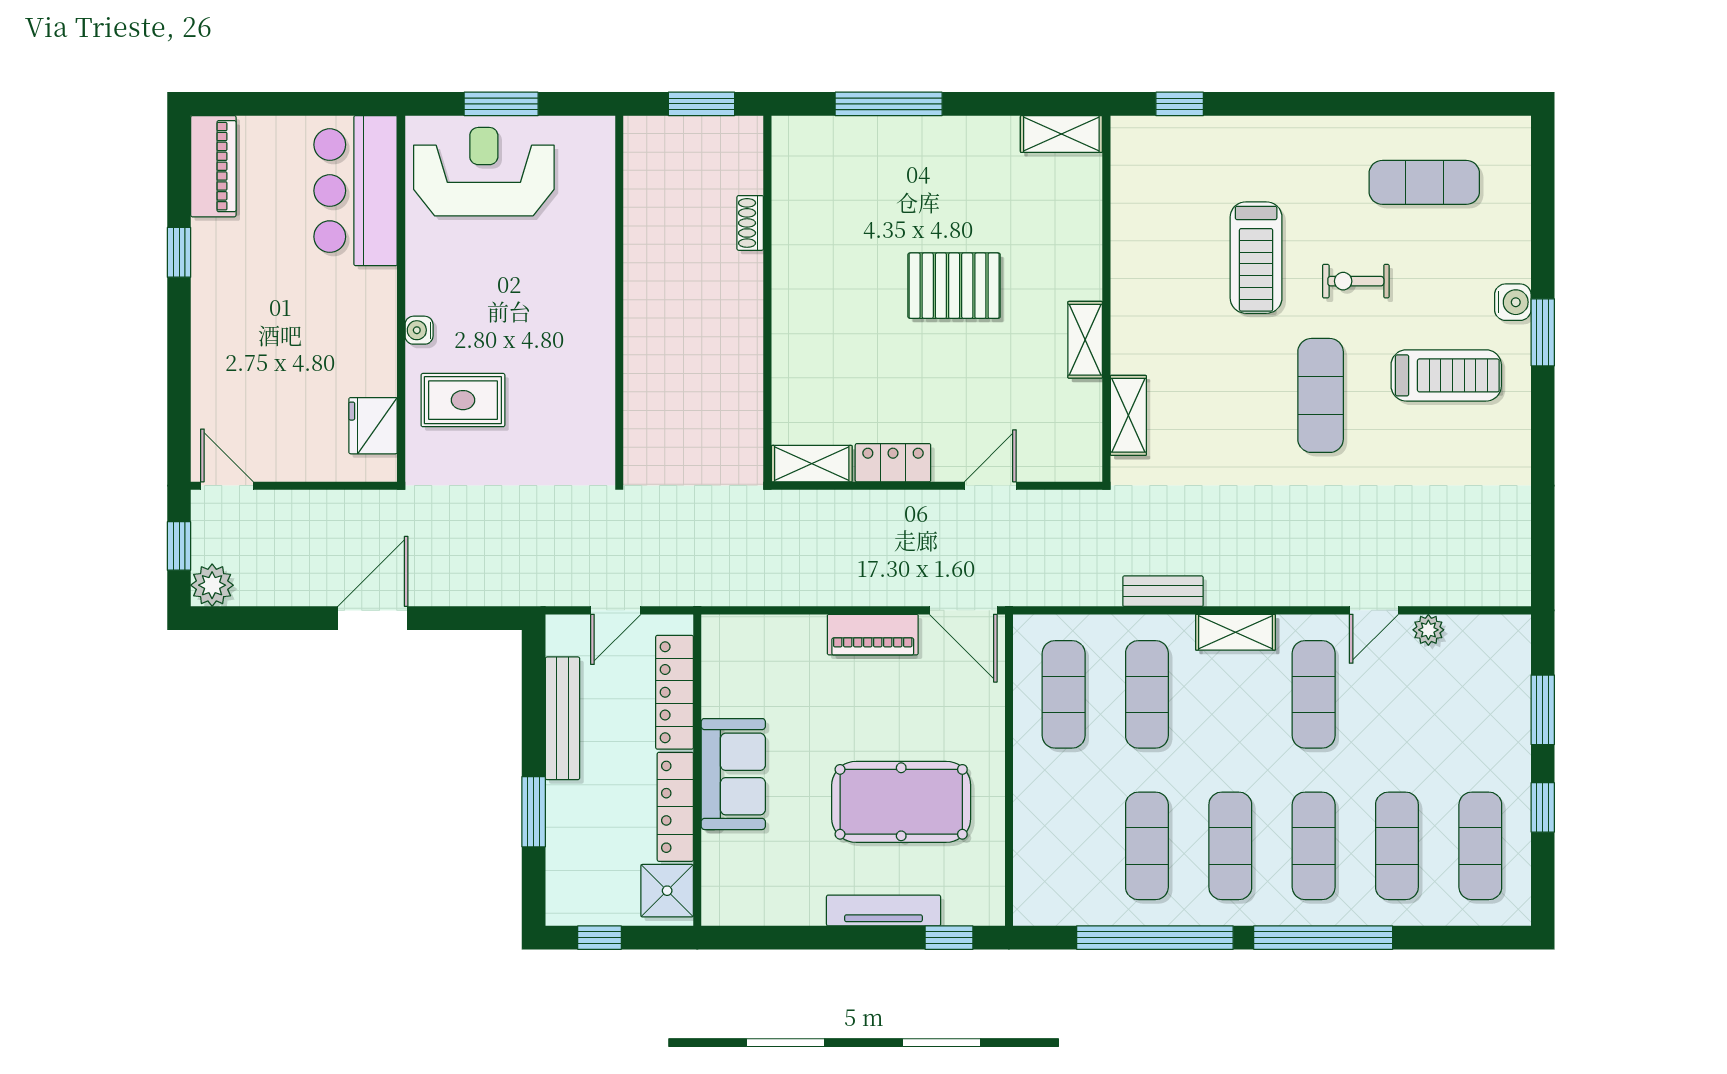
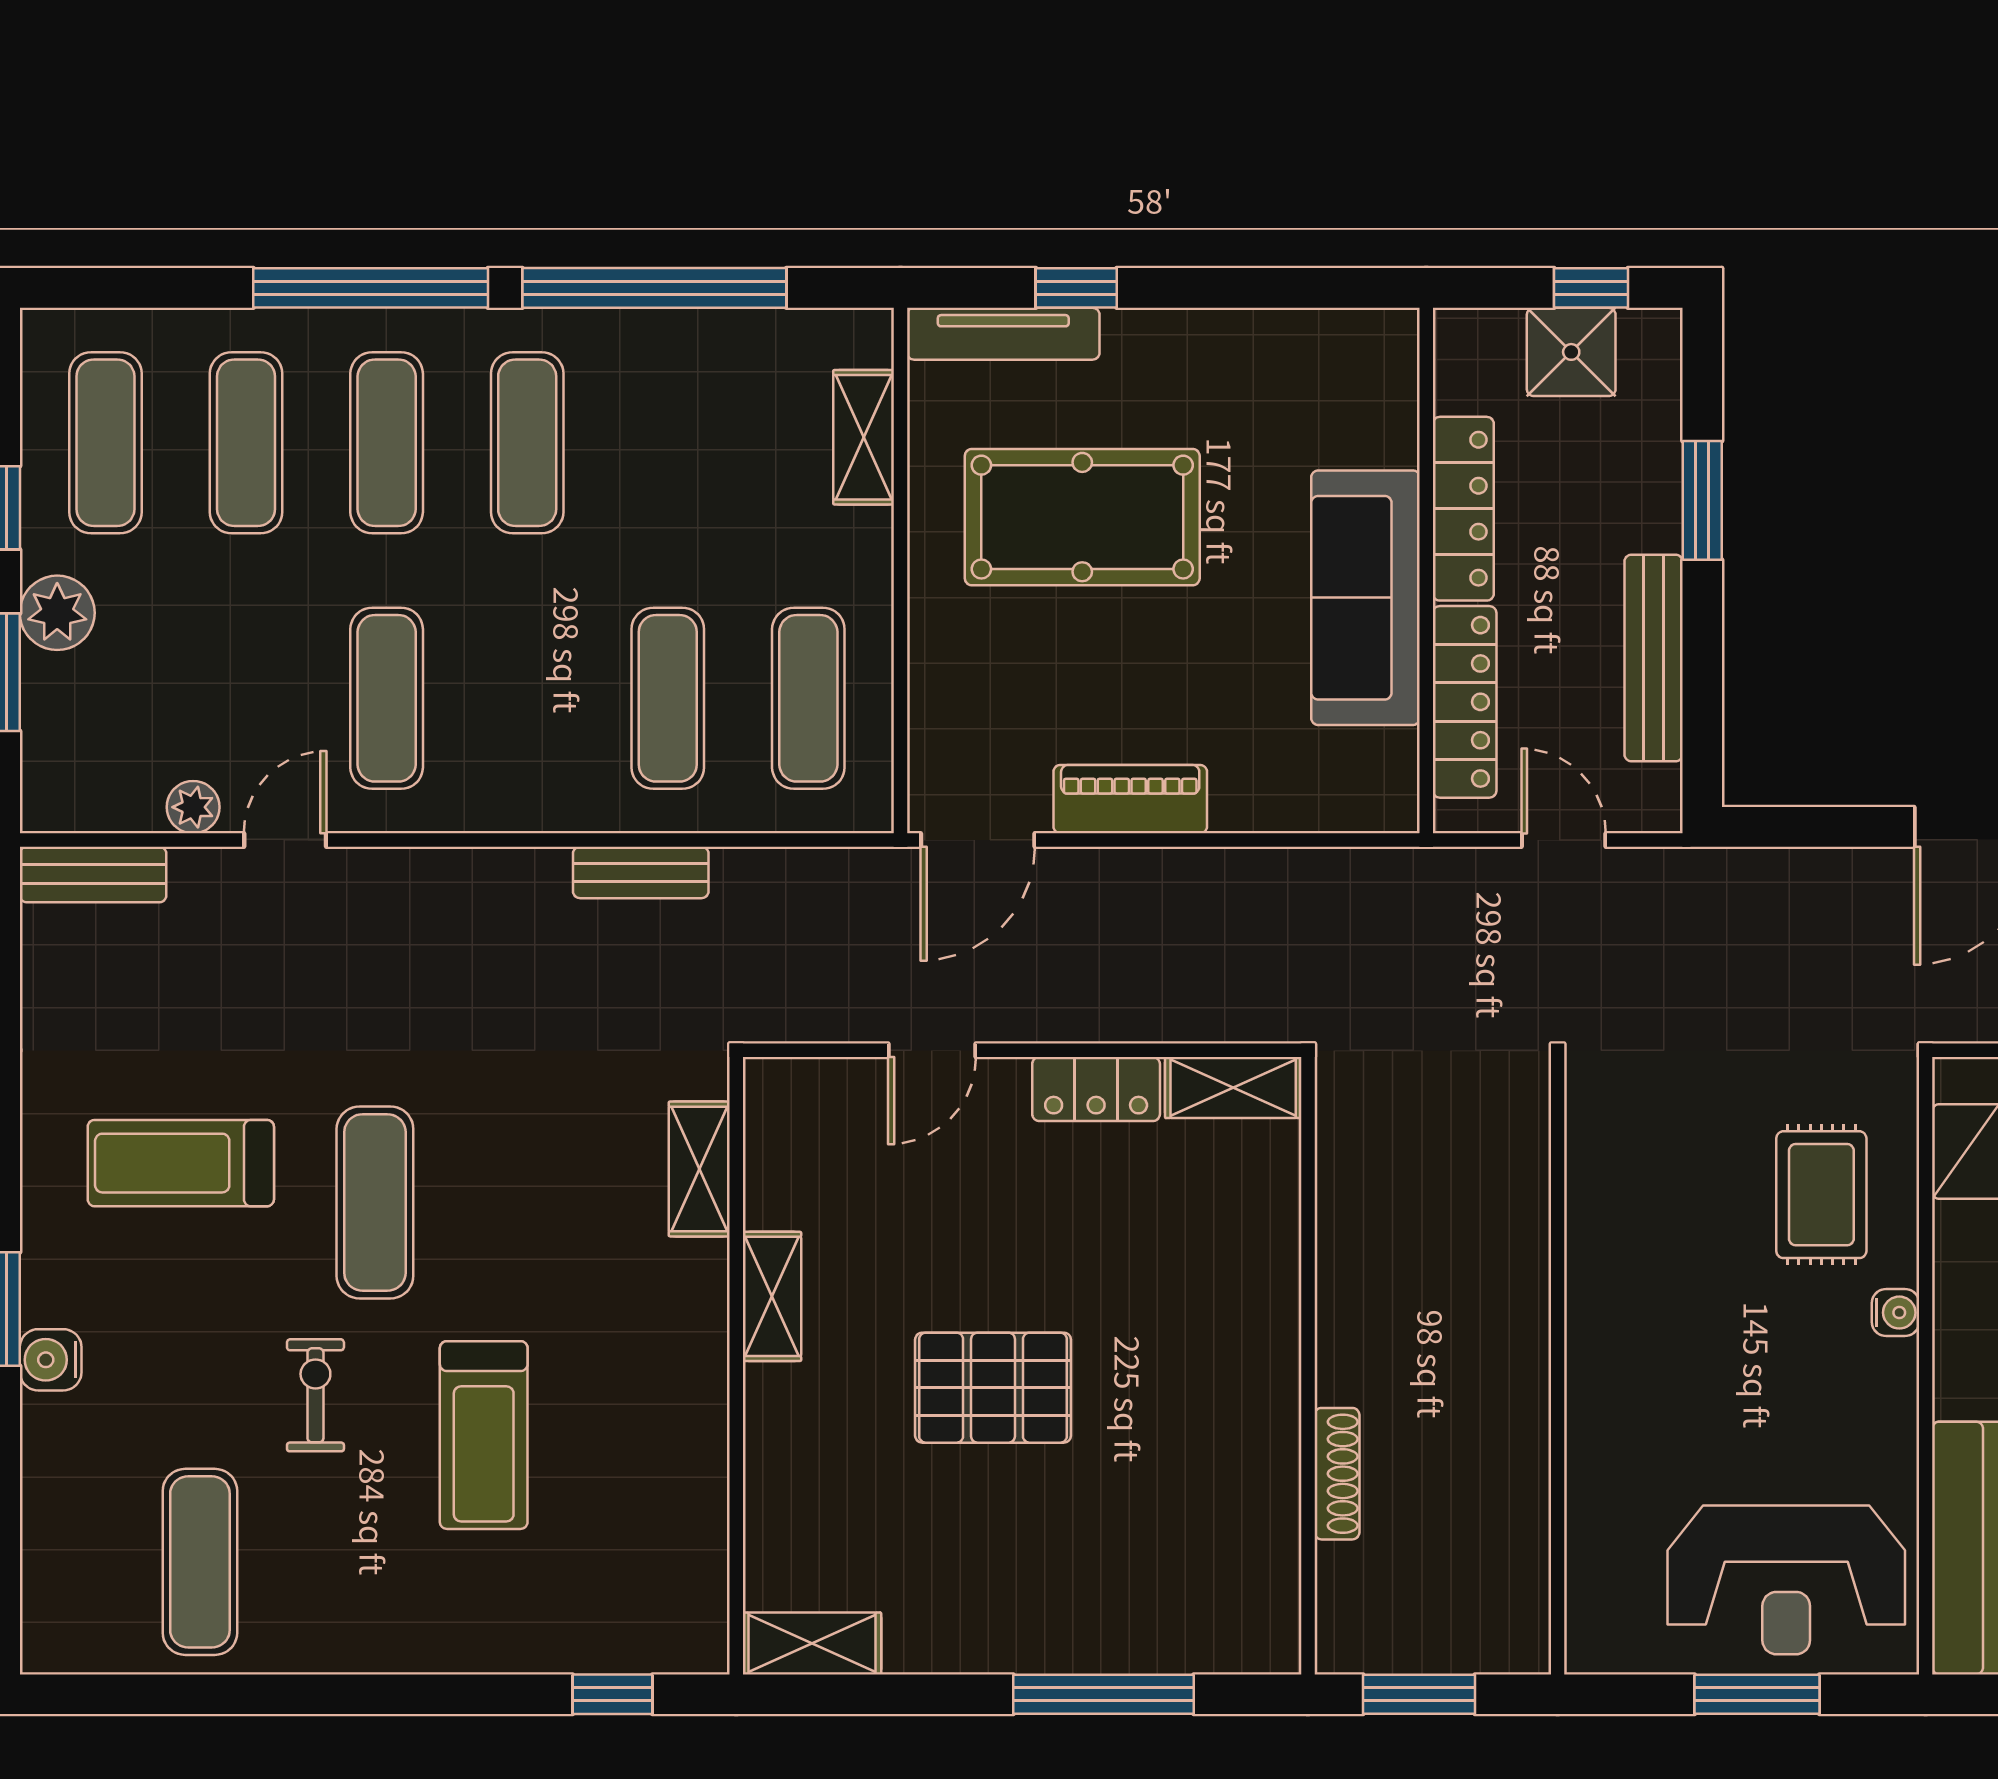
exercise mat: (1424, 182) -> (200, 1562), turned 90
shoe rack: (750, 223) -> (1337, 1474), width x1.43
treadmill: (1256, 258) -> (484, 1435), turned 180
exercise bike: (1356, 281) -> (315, 1395), turned -90
treadmill: (1446, 375) -> (181, 1163), moved
rug: (463, 400) -> (1821, 1195), turned 90
bench: (1488, 590) -> (93, 874), added
door: (616, 610) -> (1564, 840), hinge flipped
door: (963, 610) -> (978, 840), swing flipped
shelving: (1235, 632) -> (864, 437), moved, turned 90
plant: (1509, 745) -> (57, 613), added
sofa: (733, 774) -> (1366, 598), width x1.36
exercise mat: (1147, 846) -> (668, 443), removed
shower: (667, 891) -> (1571, 352), moved
tv unit: (884, 911) -> (1003, 334), moved
window: (949, 938) -> (1076, 288), moved

